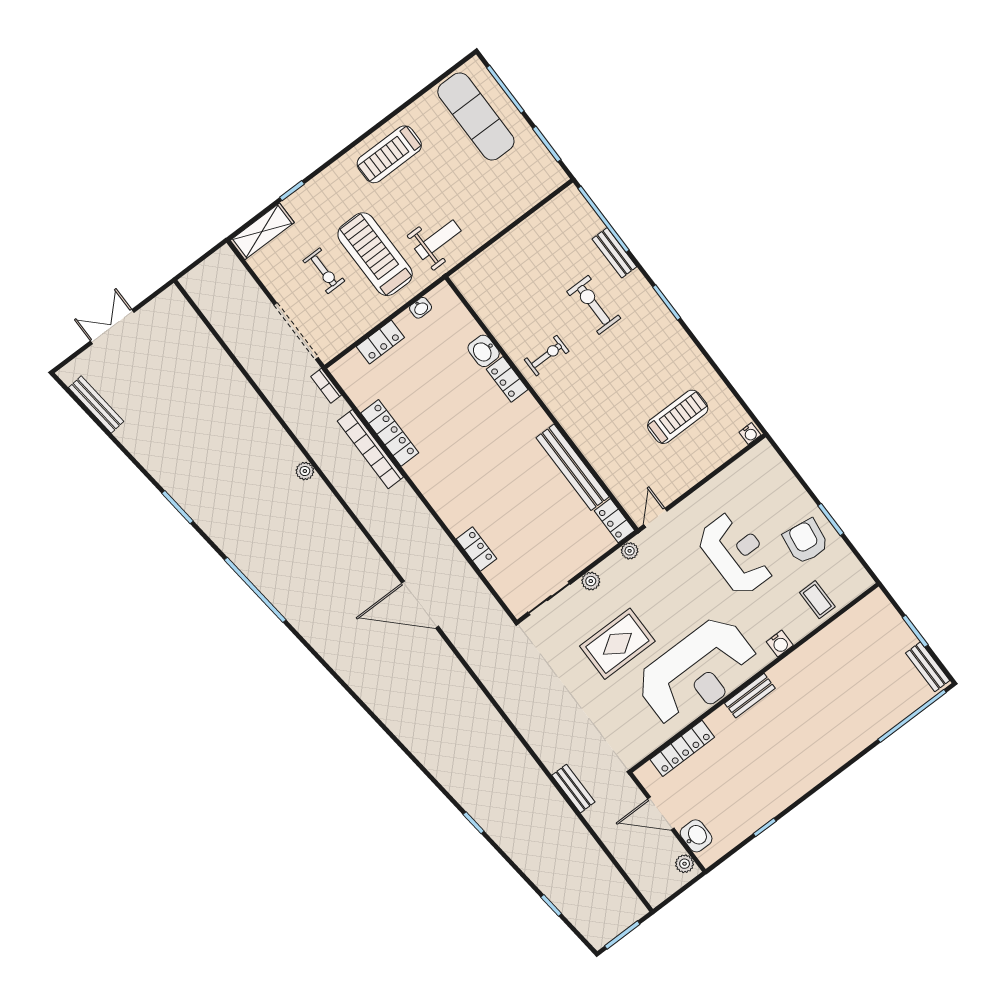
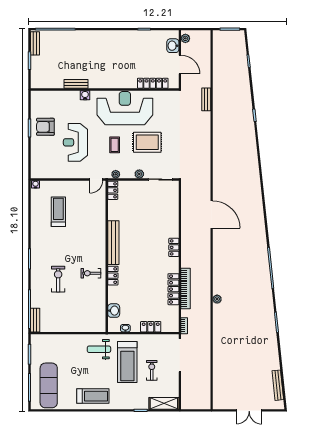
bench: (614, 253) -> (35, 320), moved
exercise bike: (594, 305) -> (58, 279), turned 180
washbasin: (484, 351) -> (114, 311), moved
treadmill: (678, 417) -> (58, 212), turned 90
bench: (573, 467) -> (113, 243), moved
armchair: (806, 541) -> (45, 127), turned 82
locker: (476, 549) -> (174, 247), moved
coffee table: (817, 600) -> (115, 145), moved
bench: (750, 696) -> (76, 84), moved

